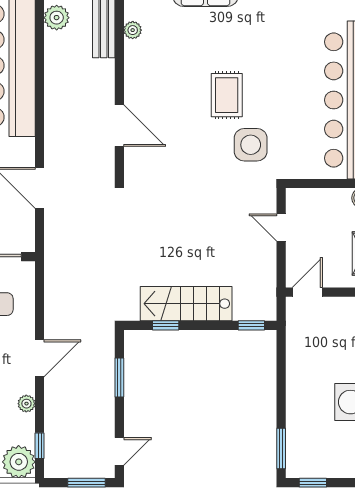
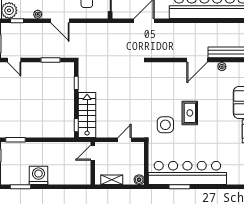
plant: (57, 18) -> (228, 29), removed
rug: (227, 95) -> (190, 113), turned 90
door: (119, 126) -> (197, 60), moved
door: (307, 292) -> (93, 153), swing flipped
stairs: (186, 304) -> (87, 115), moved

